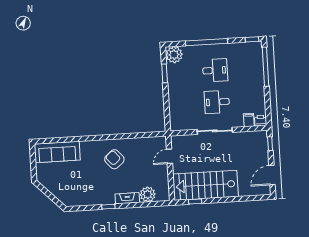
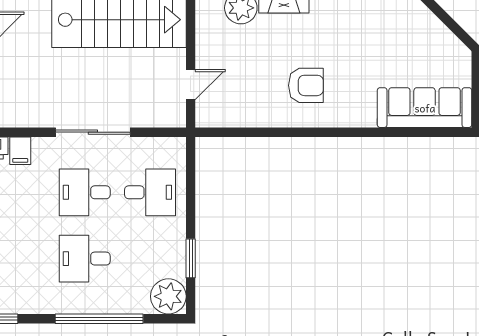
desk: (217, 102) -> (85, 192), turned 180
desk: (186, 104) -> (150, 192), added
armchair: (114, 159) -> (306, 85), turned -49

